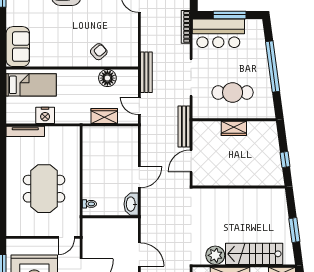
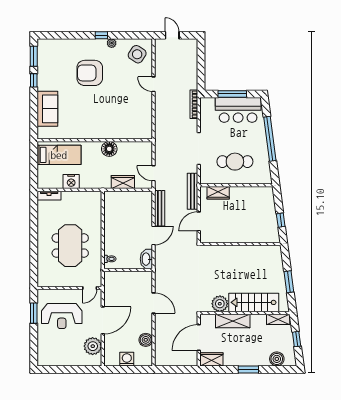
bar counter: (218, 33) -> (238, 110), moved
sofa: (18, 47) -> (47, 109), moved
armchair: (99, 52) -> (118, 126), removed
bench: (146, 72) -> (160, 208), moved
floor lamp: (107, 78) -> (109, 149), moved
wardrobe: (234, 128) -> (218, 193), moved
tv unit: (25, 131) -> (49, 196), width x0.71

